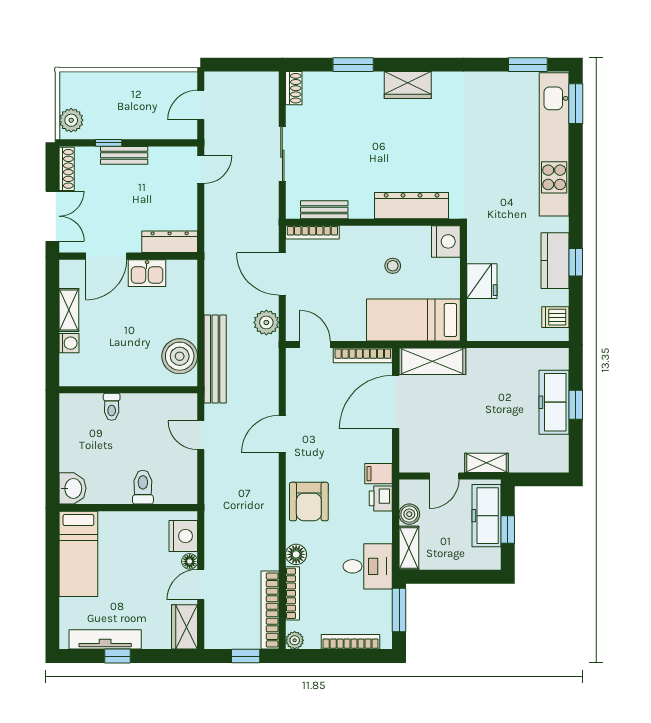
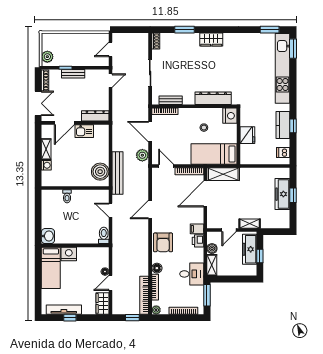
toilet: (143, 487) -> (104, 235), moved
nightstand: (183, 536) -> (69, 254), moved, turned -90

